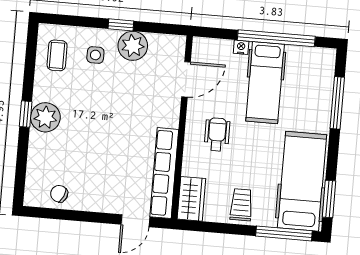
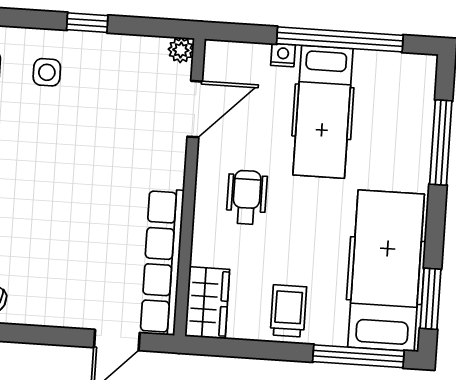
plant: (133, 46) -> (181, 50), moved, width x0.53, depth x0.53

